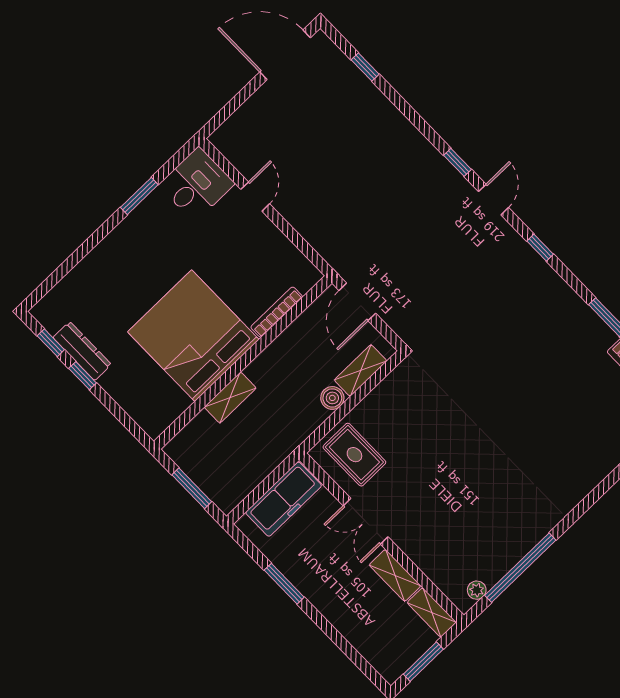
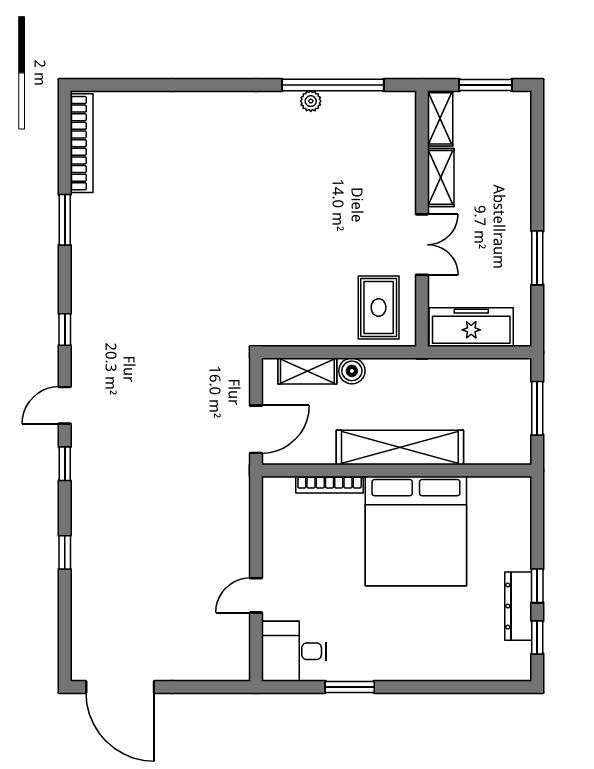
window: (365, 67) -> (65, 552), moved
shelving: (230, 398) -> (400, 447), width x2.20, depth x1.33
plant: (477, 590) -> (311, 101), moved

